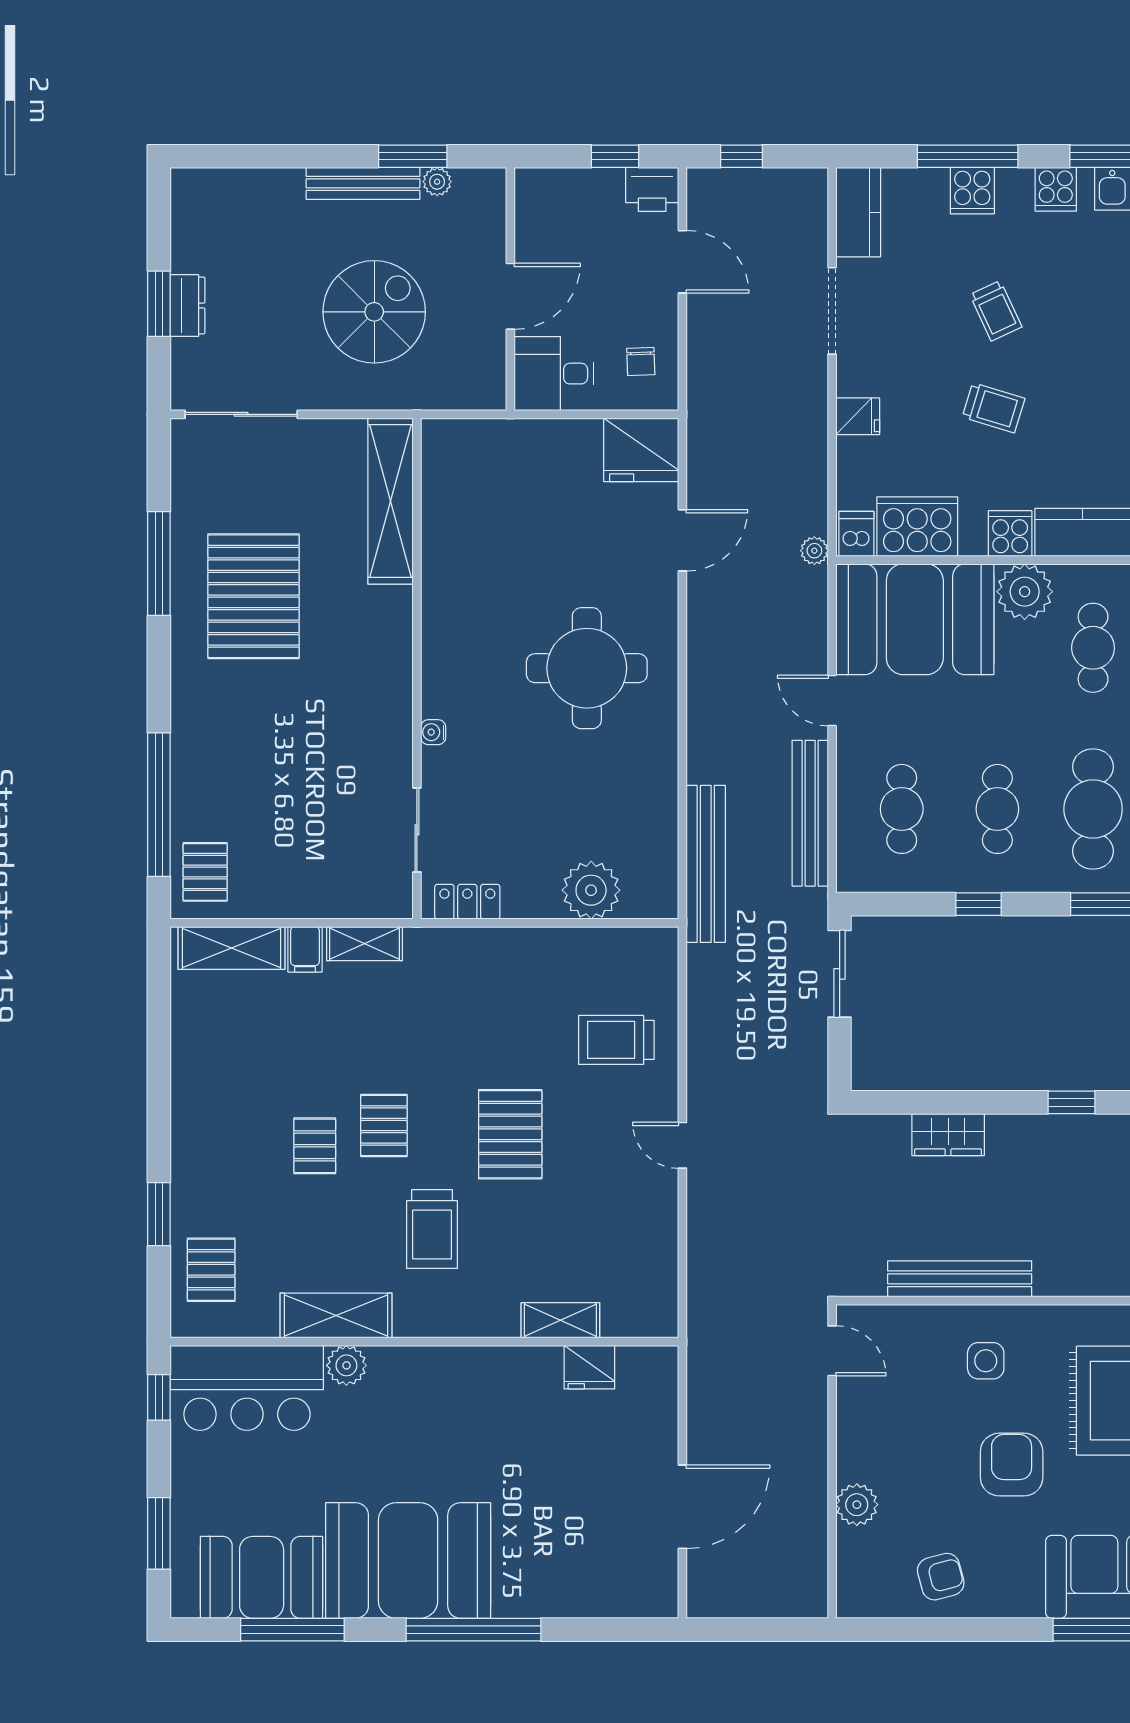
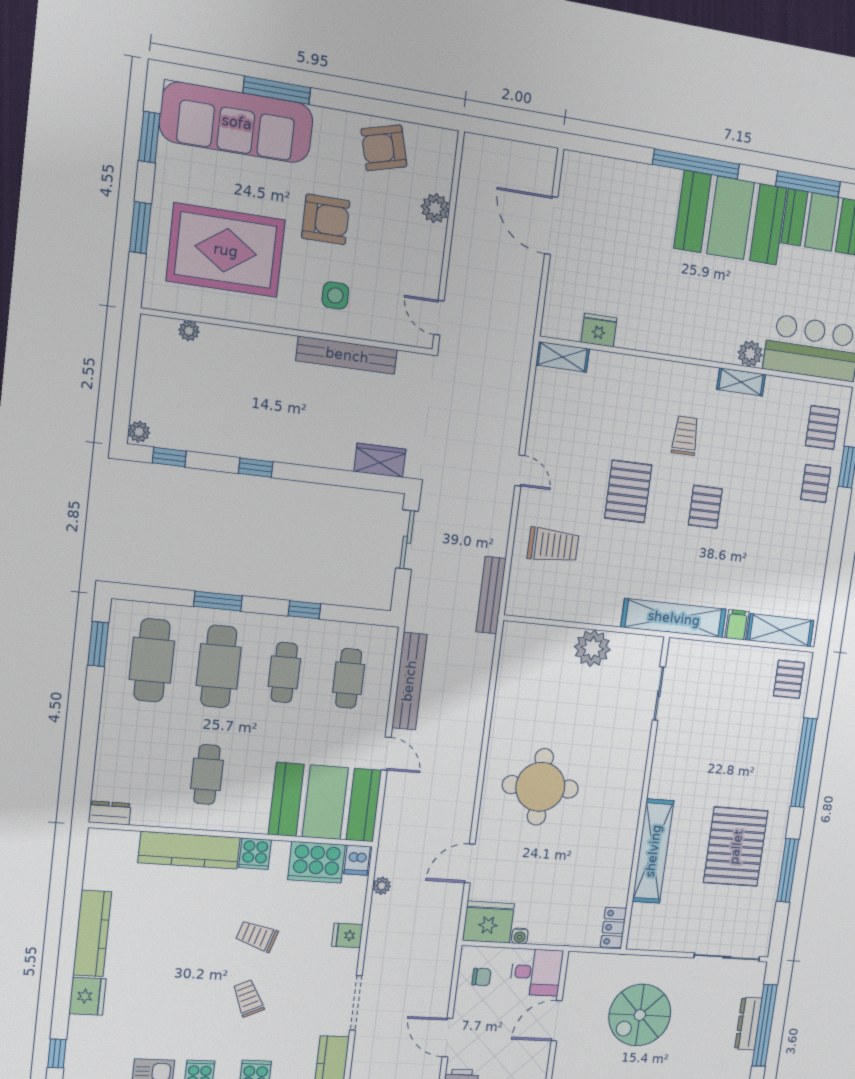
window: (159, 304) -> (765, 1025), width x2.11
dresser: (187, 306) -> (748, 1024), width x1.44
chair: (641, 362) -> (481, 977), turned 92
shelving: (391, 501) -> (653, 851), moved
plant: (814, 551) -> (382, 886), moved
plant: (1025, 592) -> (249, 815), removed
water cooler: (433, 732) -> (520, 936), moved, turned 90
window: (159, 805) -> (804, 763), moved
bench: (706, 864) -> (491, 595), moved, width x0.73, depth x0.82
plant: (591, 890) -> (592, 648), moved
locker: (467, 902) -> (613, 928), moved, turned 90
shelving: (365, 944) -> (674, 618), width x2.20, depth x1.33
sliding door: (840, 974) -> (407, 540), moved
wardrobe: (948, 1135) -> (380, 460), moved
pallet: (315, 1146) -> (816, 484), moved
trolley: (432, 1229) -> (685, 436), width x0.73, depth x0.72
shelving: (336, 1316) -> (741, 382), width x0.67, depth x0.75
shelving: (560, 1320) -> (563, 357), moved
armchair: (1012, 1465) -> (326, 219), turned -90
door: (682, 1507) -> (551, 226), hinge flipped
armchair: (941, 1577) -> (384, 148), width x1.38, depth x1.38

